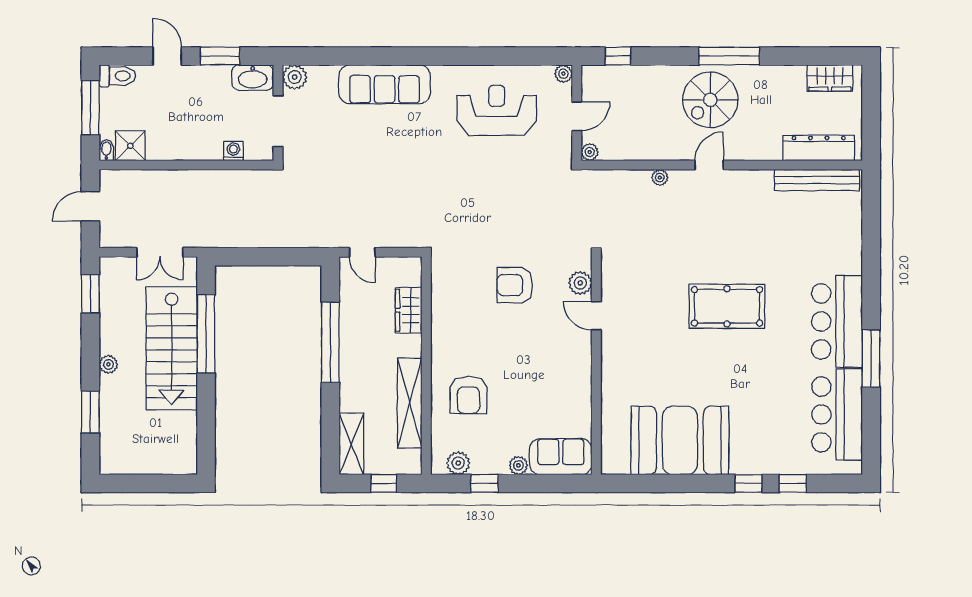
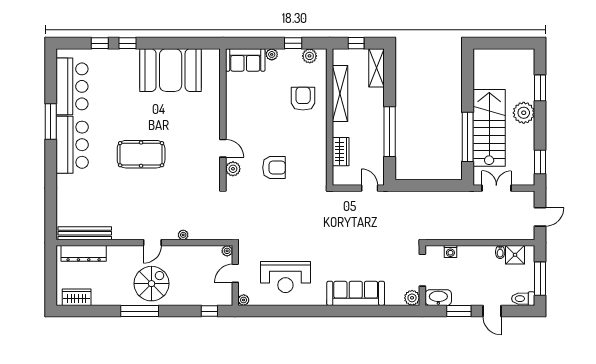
bidet: (106, 150) -> (500, 252), moved
plant: (108, 364) -> (524, 113), width x1.87, depth x1.87

